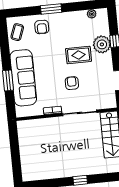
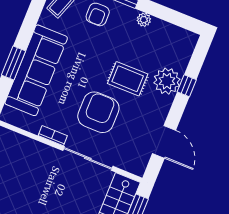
plant: (92, 14) -> (144, 20), moved
armchair: (72, 83) -> (98, 112), width x1.88, depth x1.88

